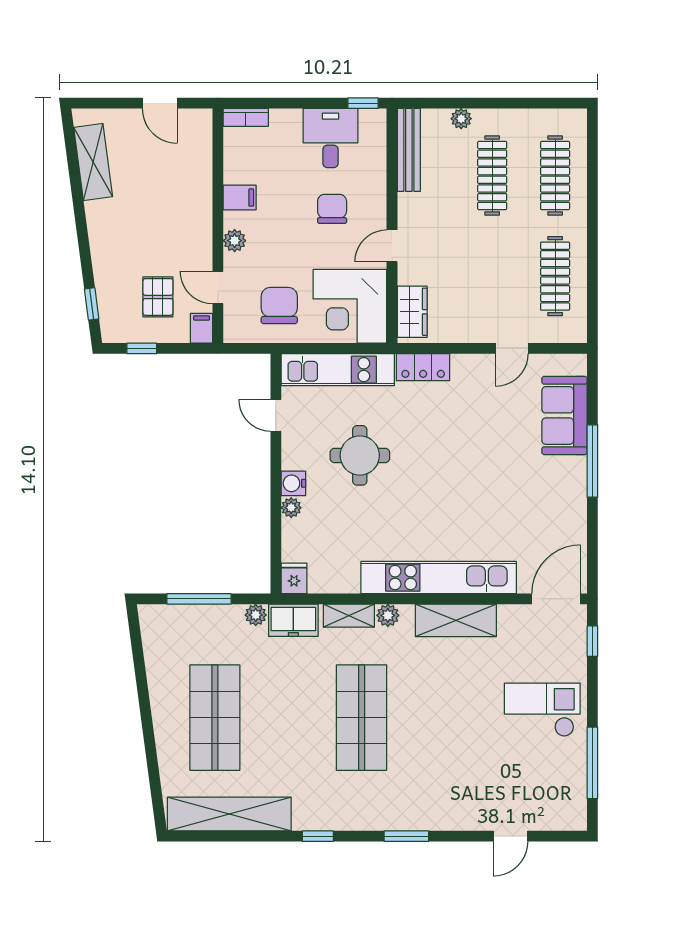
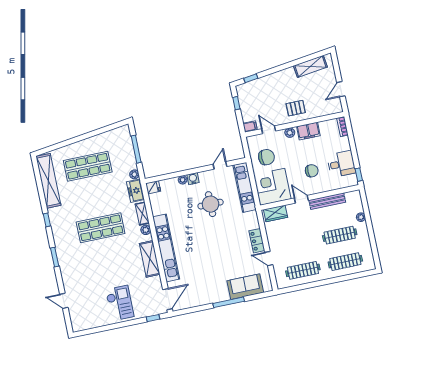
bench: (409, 150) -> (327, 201), moved
filing cabinet: (240, 197) -> (308, 131), width x2.00
door: (218, 288) -> (269, 130), hinge flipped
pallet: (158, 297) -> (296, 108), moved
locker: (423, 367) -> (257, 241), moved
door: (556, 599) -> (167, 299), hinge flipped
window: (592, 763) -> (102, 329), removed

